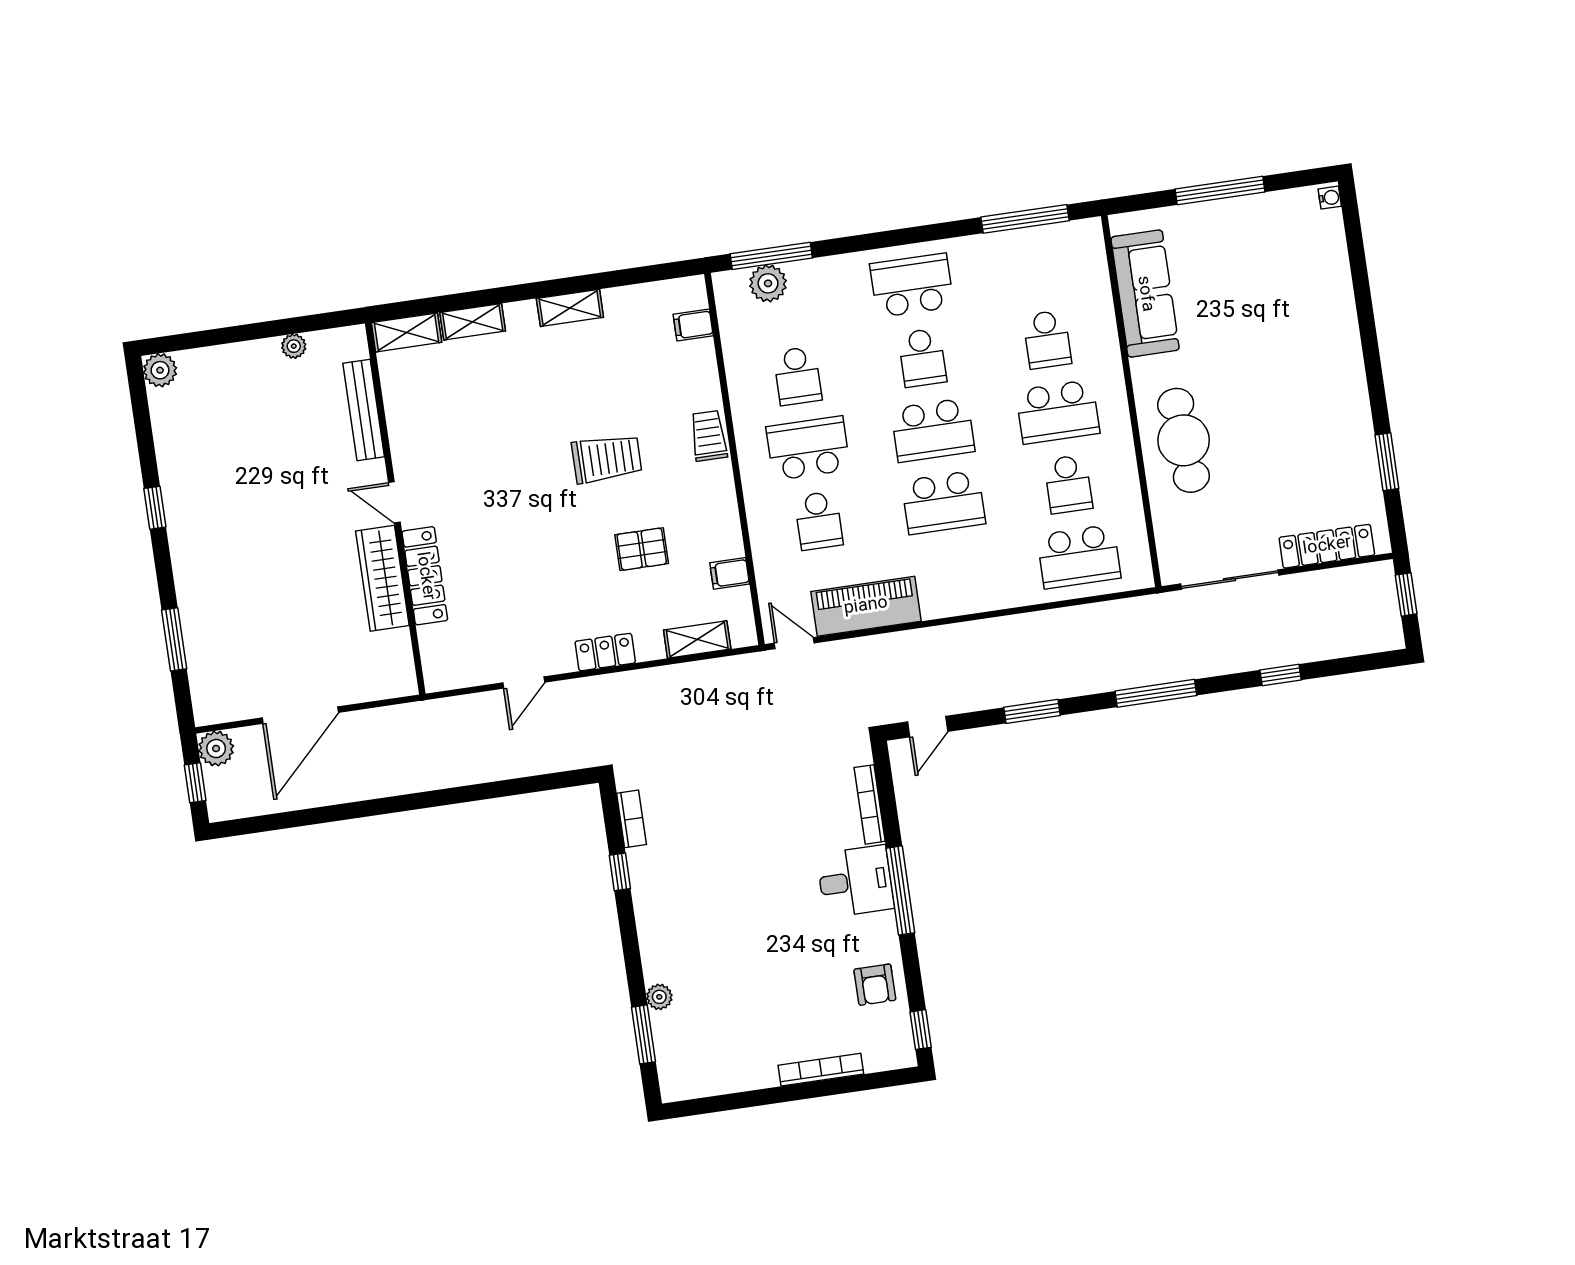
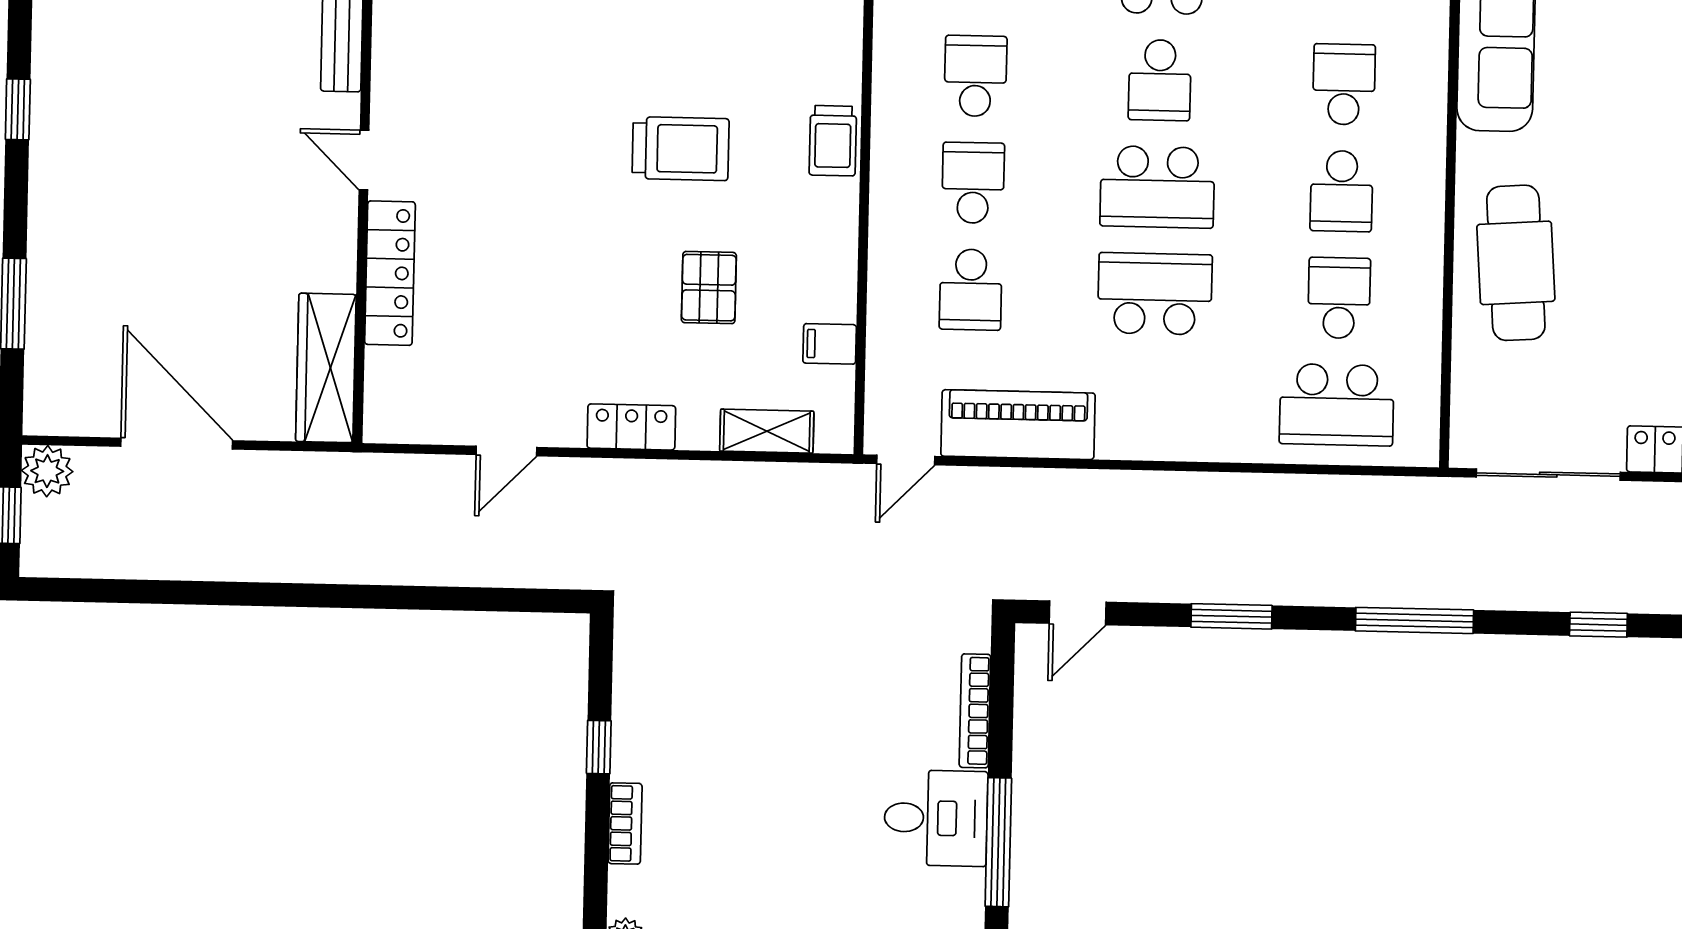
school desk: (1047, 339) -> (1344, 84), turned 180
school desk: (798, 376) -> (976, 76), turned 180
school desk: (1058, 412) -> (1342, 191), width x0.54
trolley: (709, 436) -> (833, 141), turned 180
school desk: (808, 448) -> (973, 183), width x0.54
school desk: (1068, 484) -> (1339, 298), turned 180
school desk: (943, 502) -> (1155, 294), turned 180
pallet: (642, 549) -> (709, 288), turned 90
wardrobe: (382, 578) -> (326, 368), moved
door: (794, 643) -> (906, 460), swing flipped
door: (300, 715) -> (177, 444), swing flipped
bookcase: (631, 819) -> (625, 823), moved

